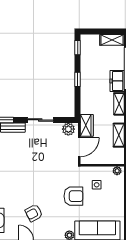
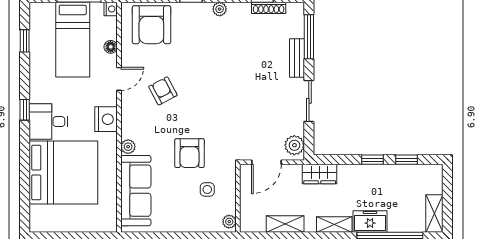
window: (78, 48) -> (407, 160), moved
wardrobe: (87, 125) -> (320, 174), moved
door: (79, 147) -> (266, 162), hinge flipped

